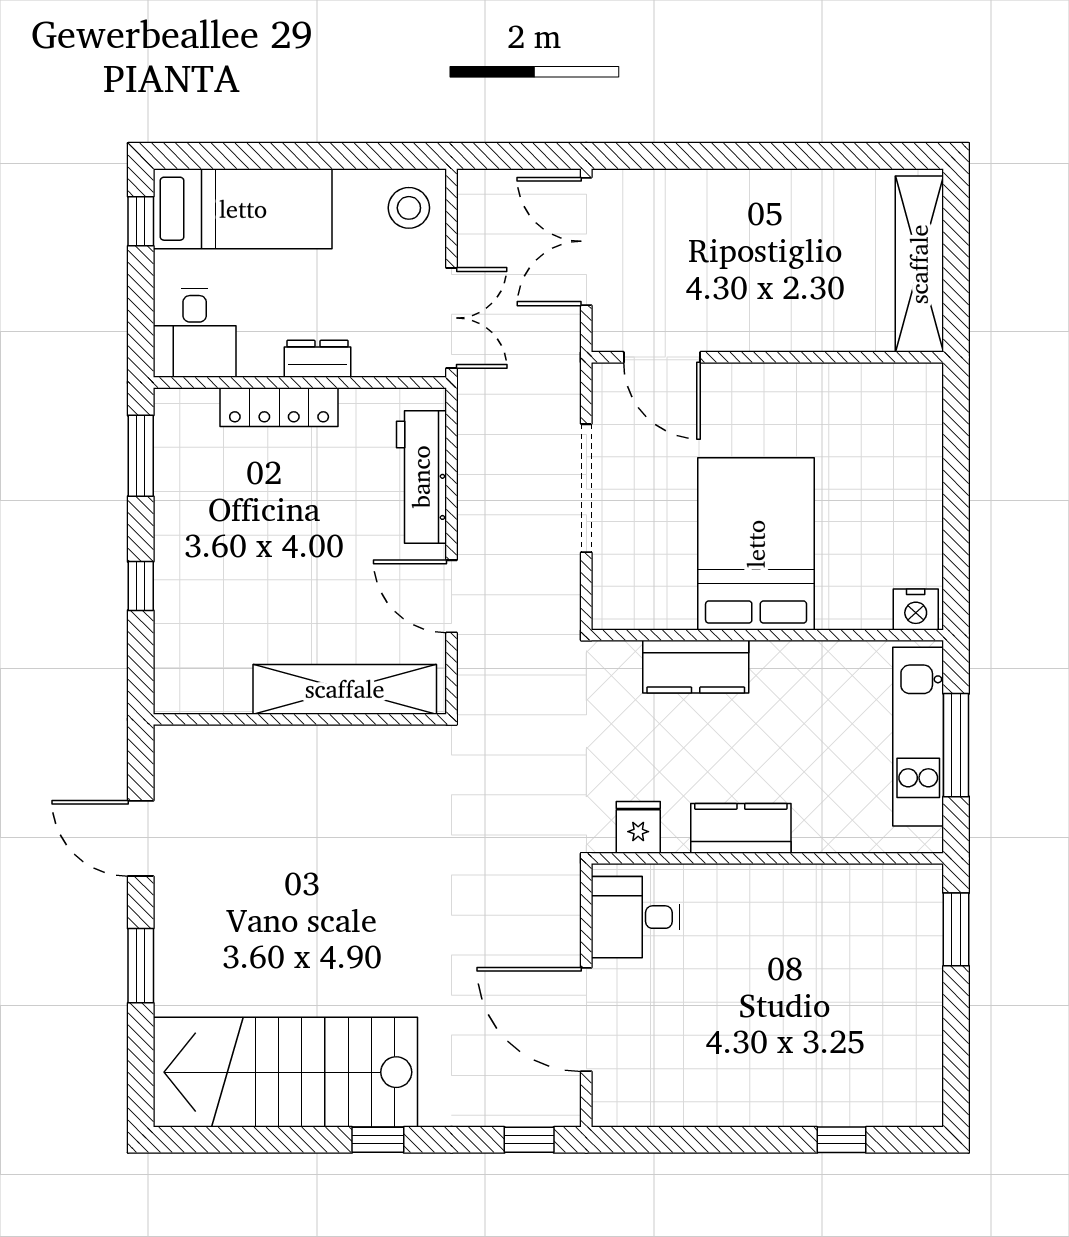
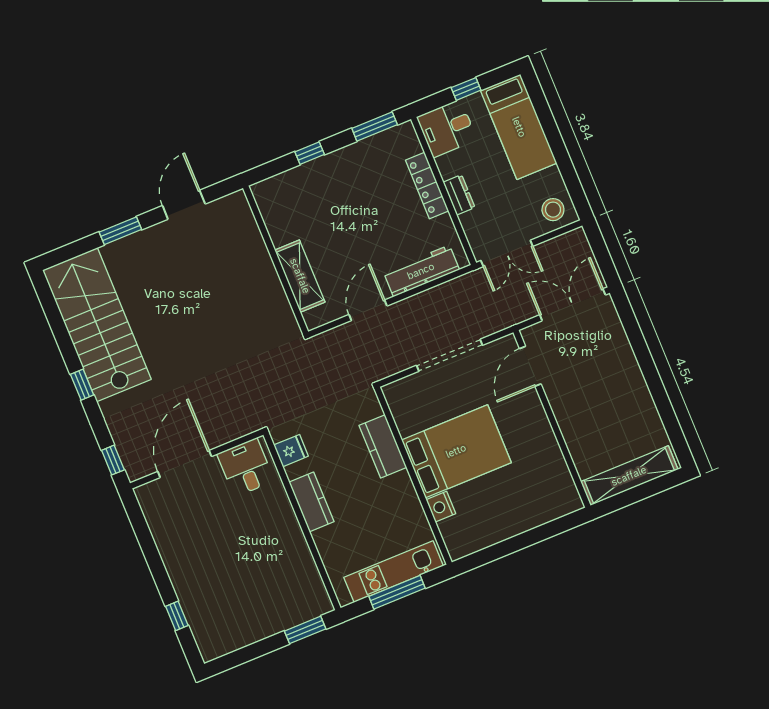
window: (141, 221) -> (466, 89), moved
nightstand: (916, 609) -> (441, 507), moved
shelving: (345, 689) -> (300, 276), width x0.68

